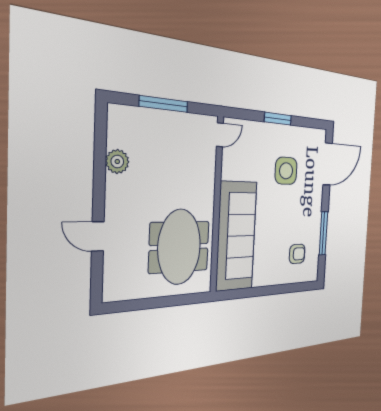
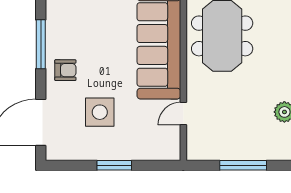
door: (220, 135) -> (183, 114), moved
armchair: (297, 254) -> (65, 70), moved, turned 180

